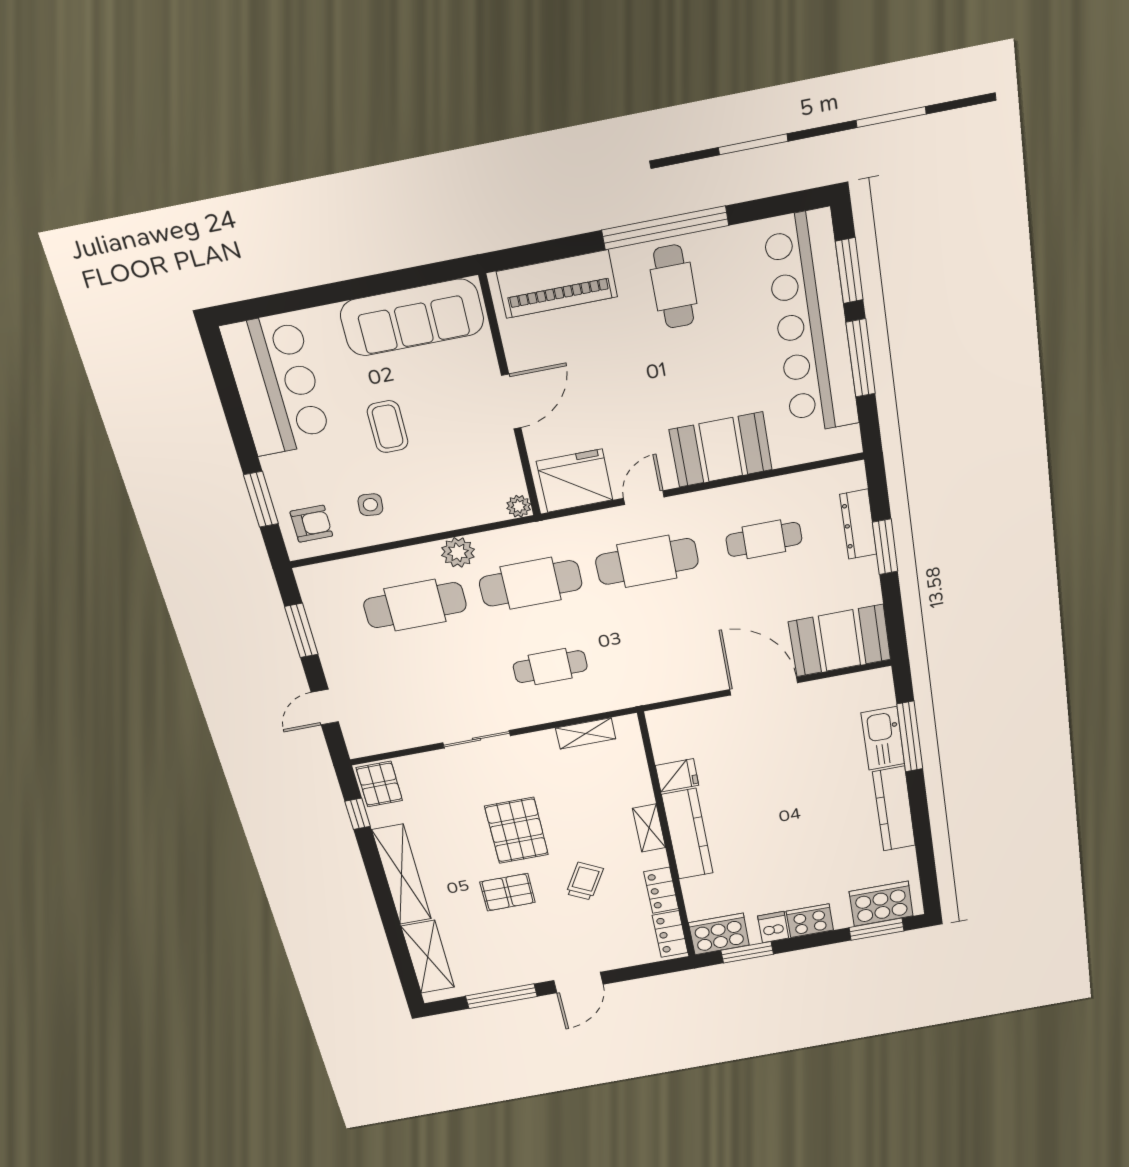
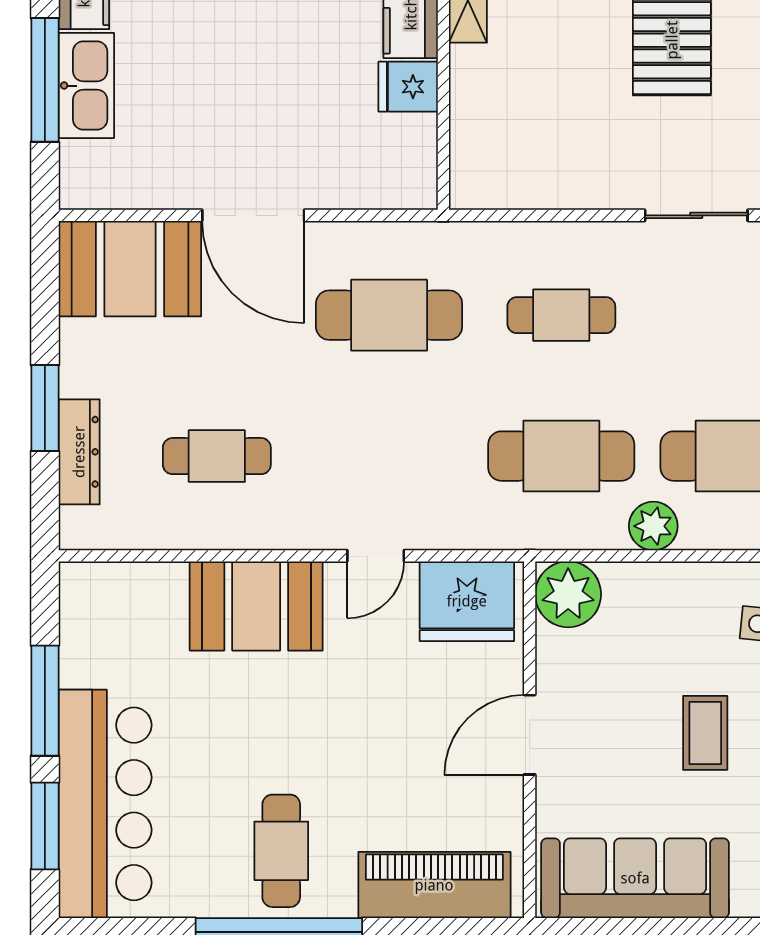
bar counter: (812, 324) -> (105, 804), width x0.73
plant: (519, 506) -> (568, 594), width x1.88, depth x1.88
cafe table: (647, 561) -> (389, 315), moved
shelving: (586, 733) -> (532, 191), removed

